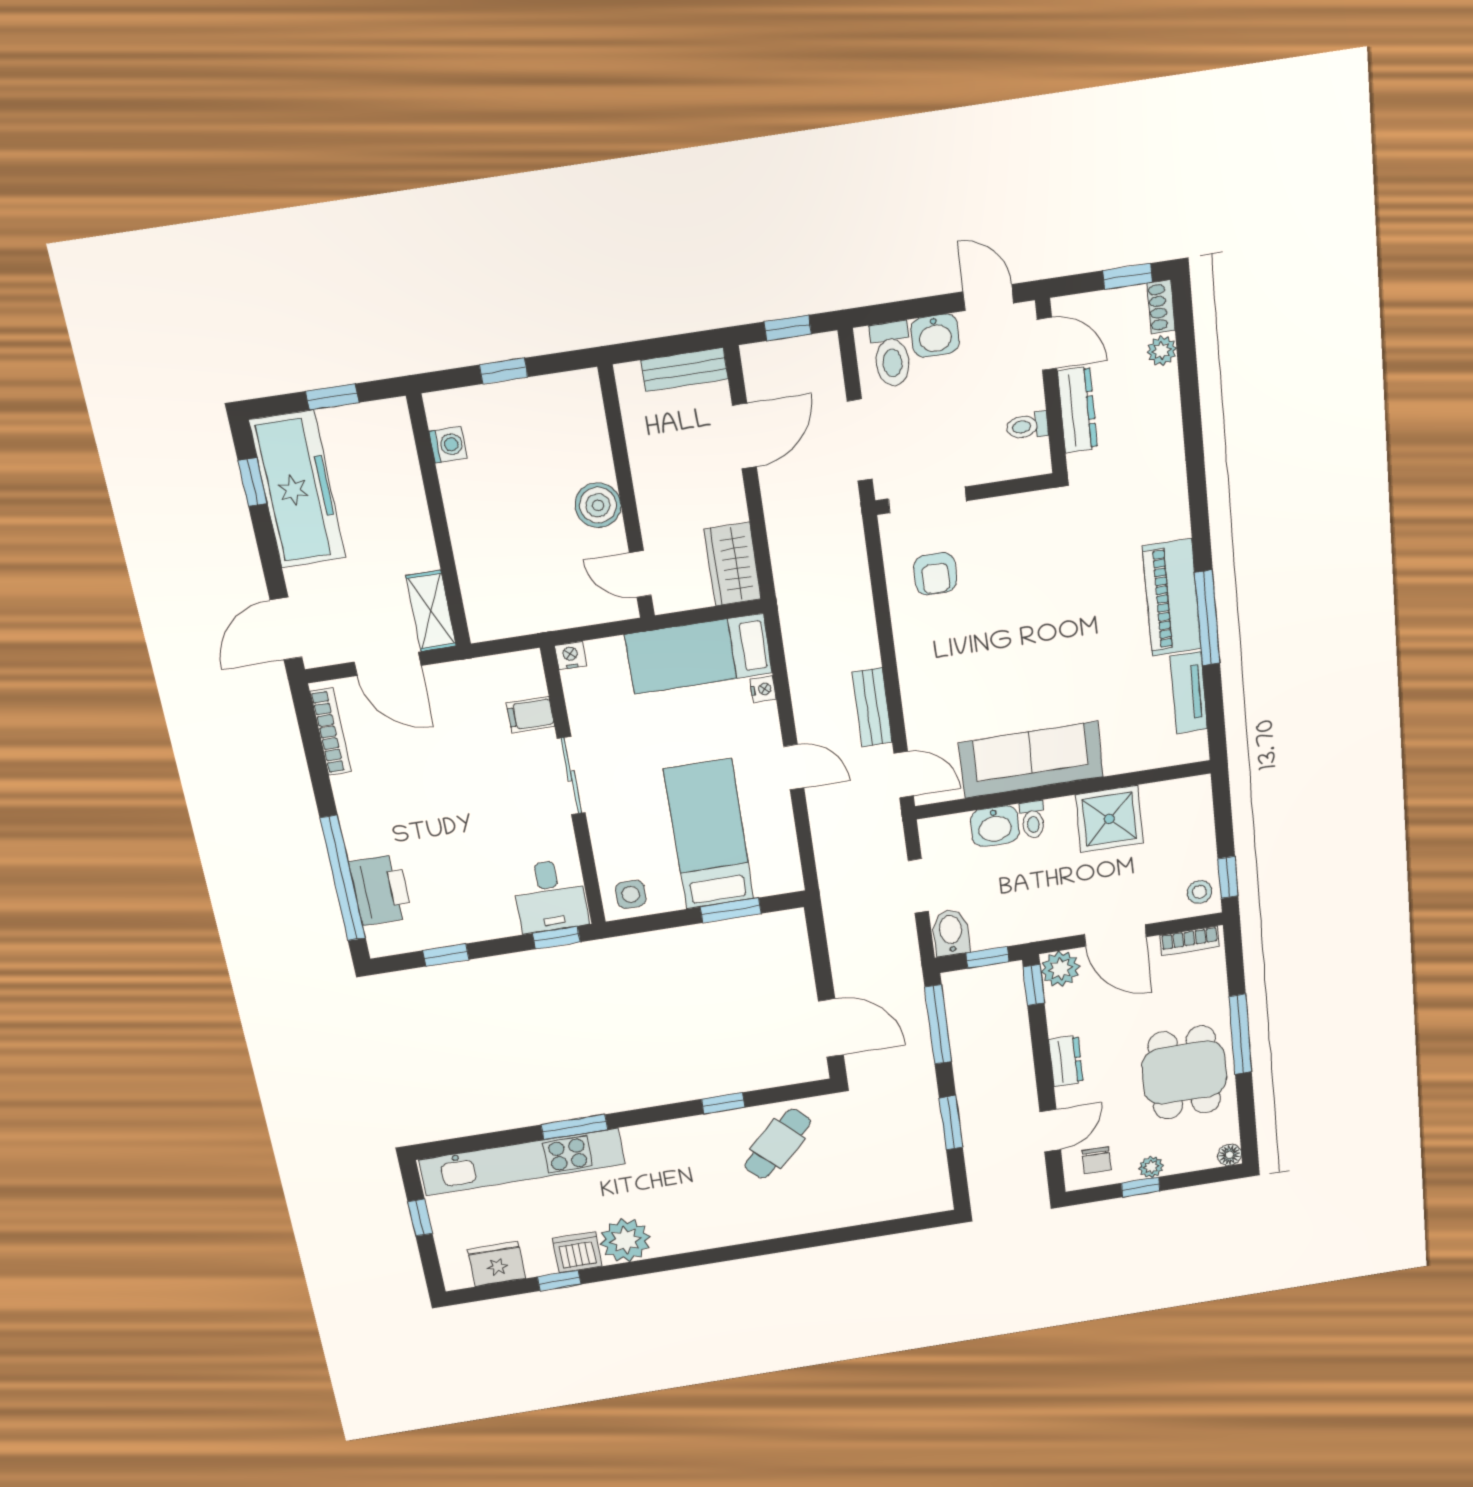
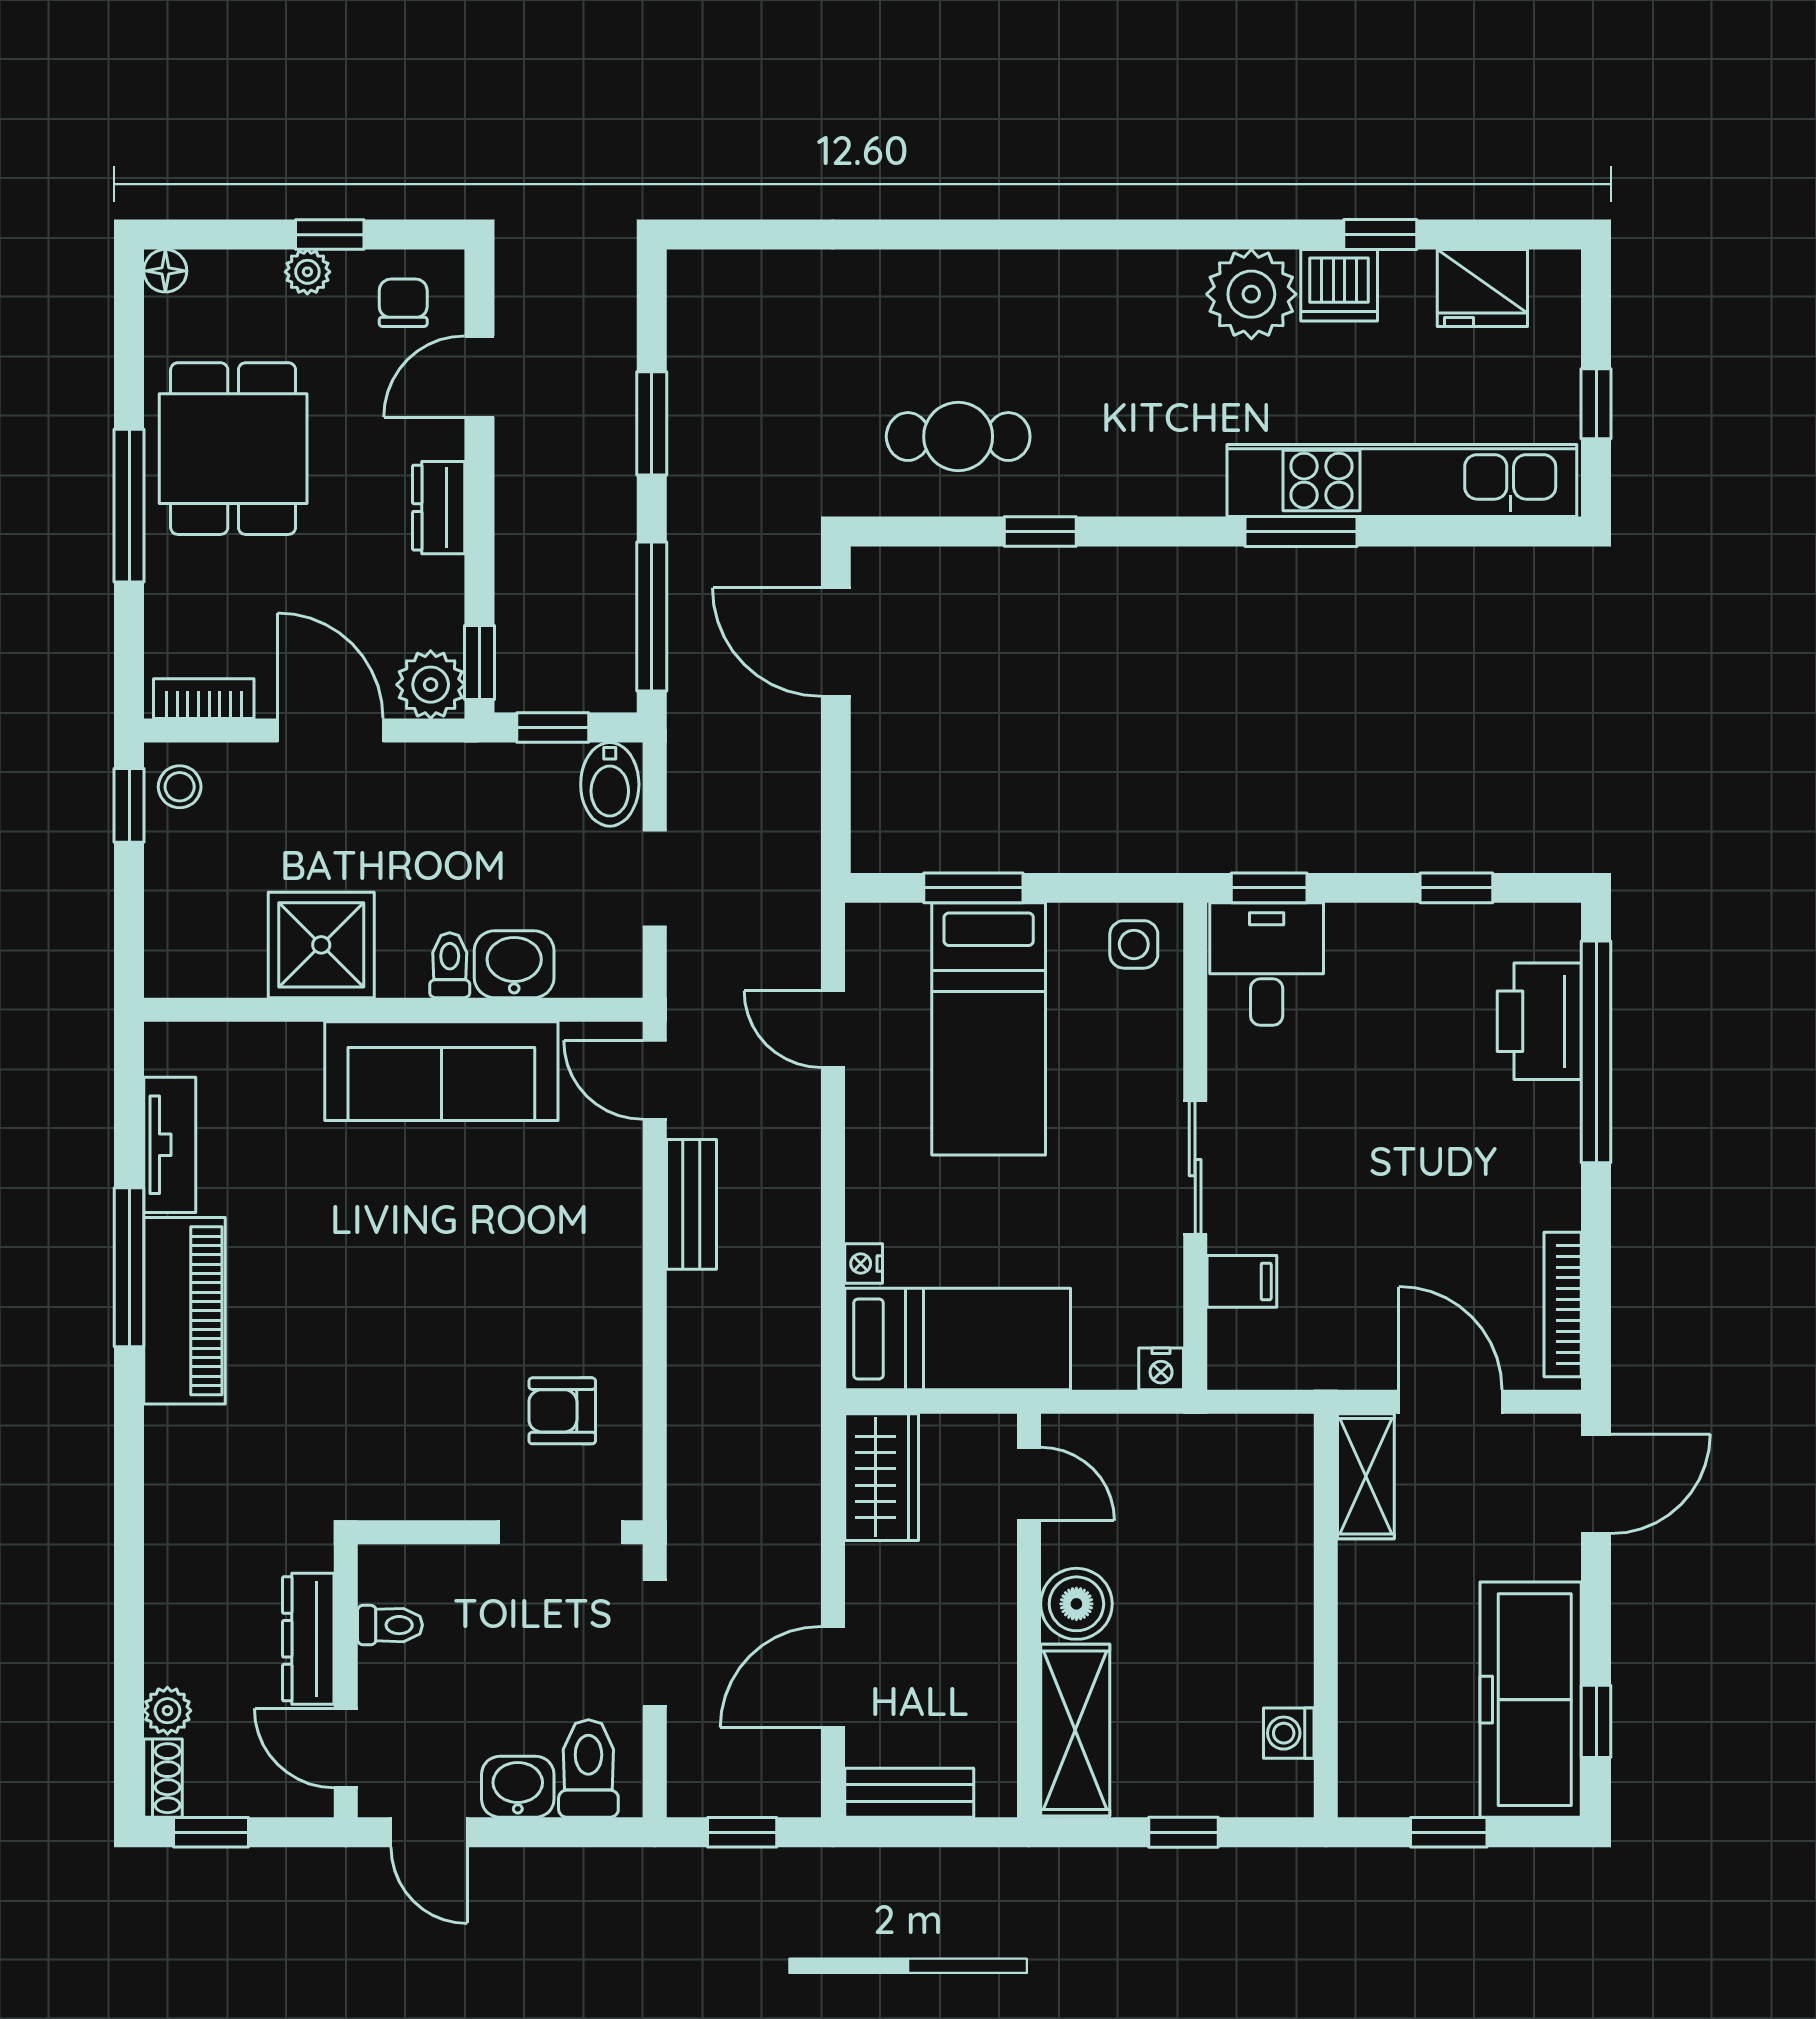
shelving: (585, 426) -> (1075, 1730), added
armchair: (935, 574) -> (562, 1411), turned -90
door: (794, 767) -> (833, 1029), moved
cafe table: (778, 1144) -> (958, 437), turned 45

